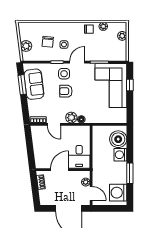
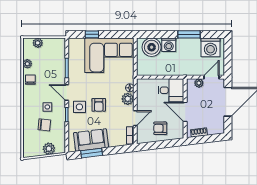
corner sofa: (111, 86) -> (109, 55), moved
armchair: (45, 147) -> (160, 128), added

